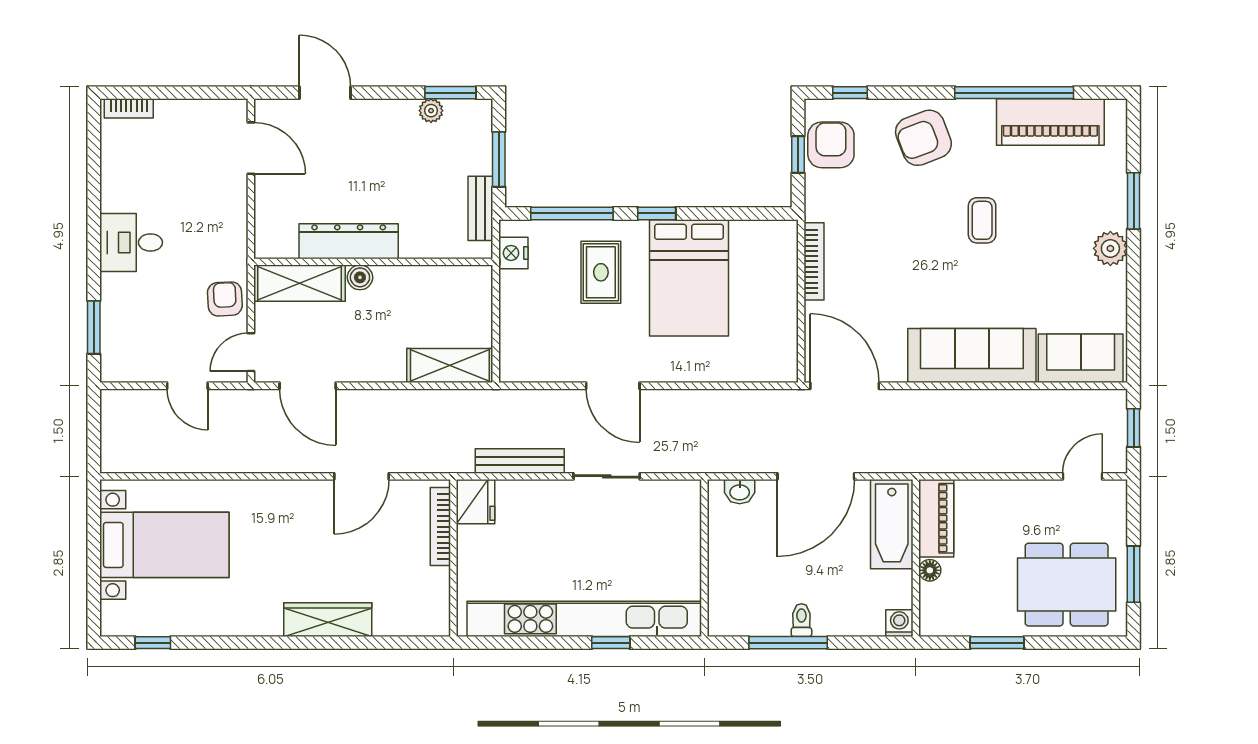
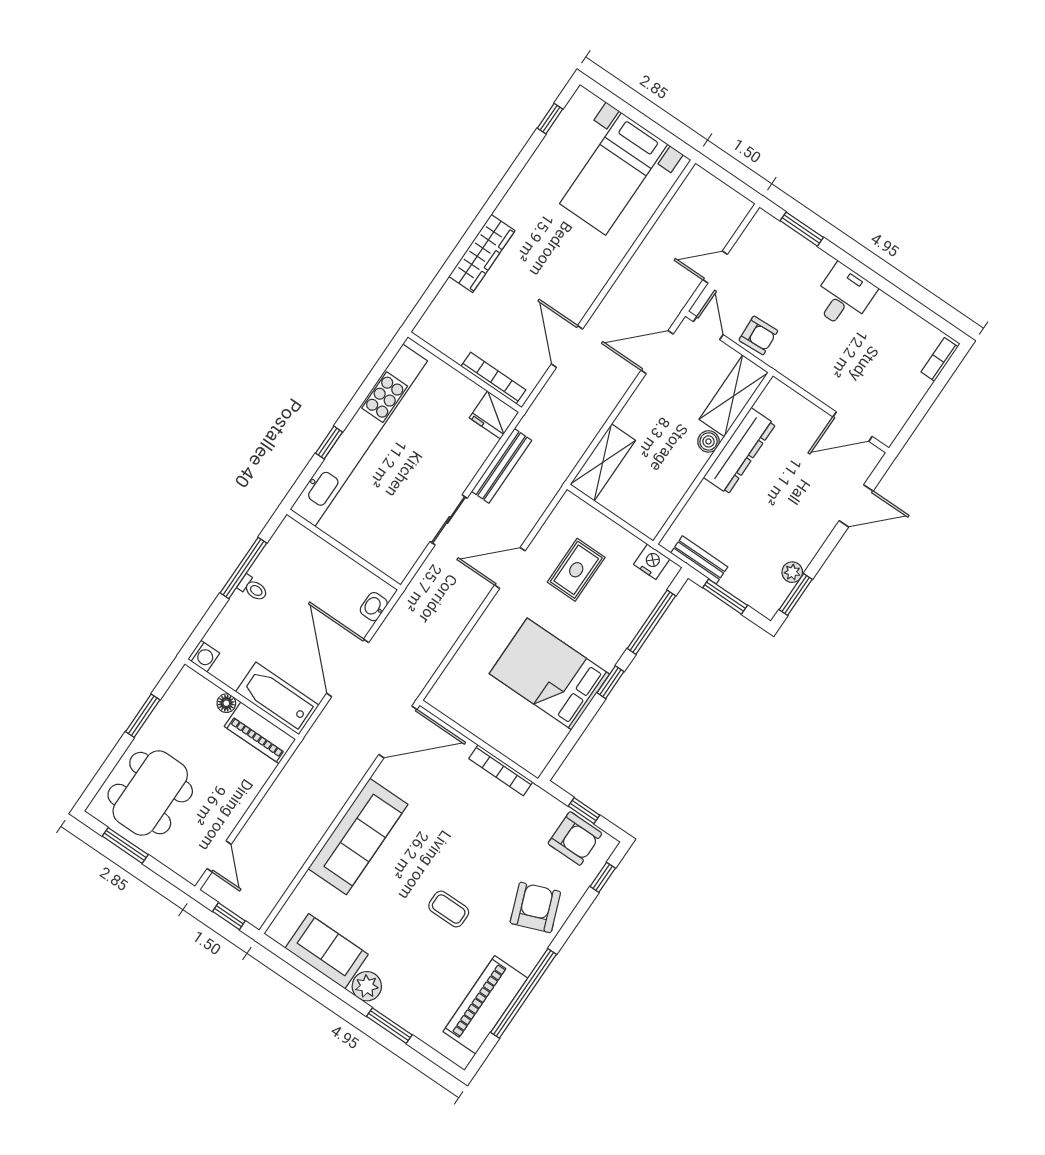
rug: (601, 272) -> (576, 570), moved, turned 90
sofa: (1081, 358) -> (327, 951), moved, turned -90

